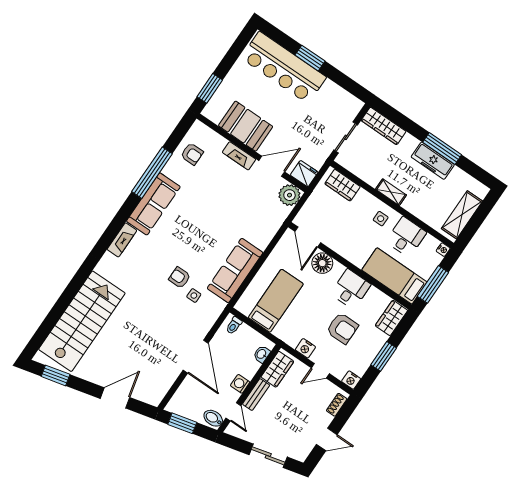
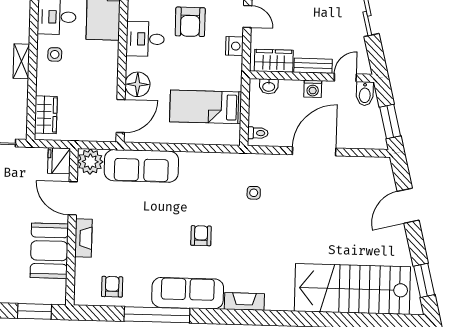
sofa: (235, 270) -> (141, 166), moved
armchair: (180, 278) -> (201, 236), moved, turned 180
armchair: (342, 328) -> (190, 22), turned 180
door: (115, 398) -> (408, 206), hinge flipped

